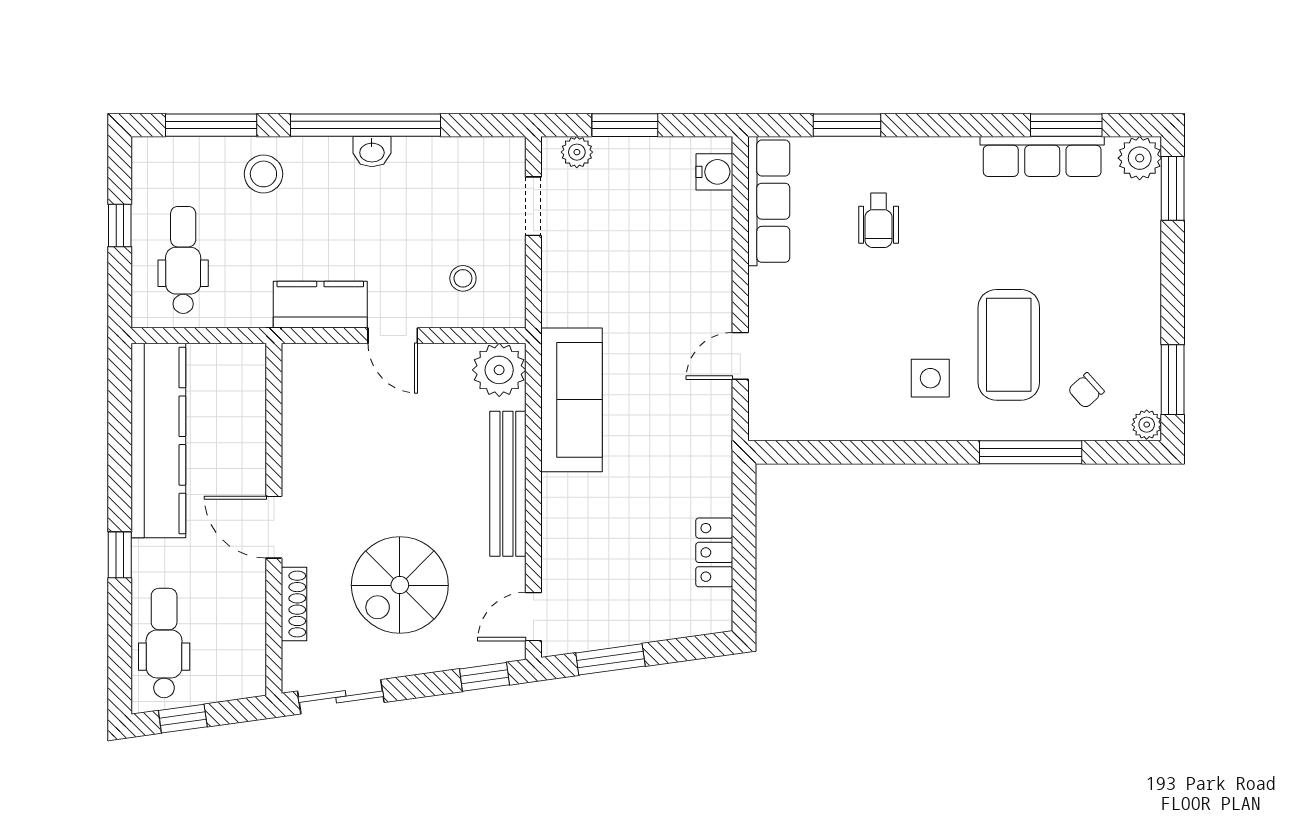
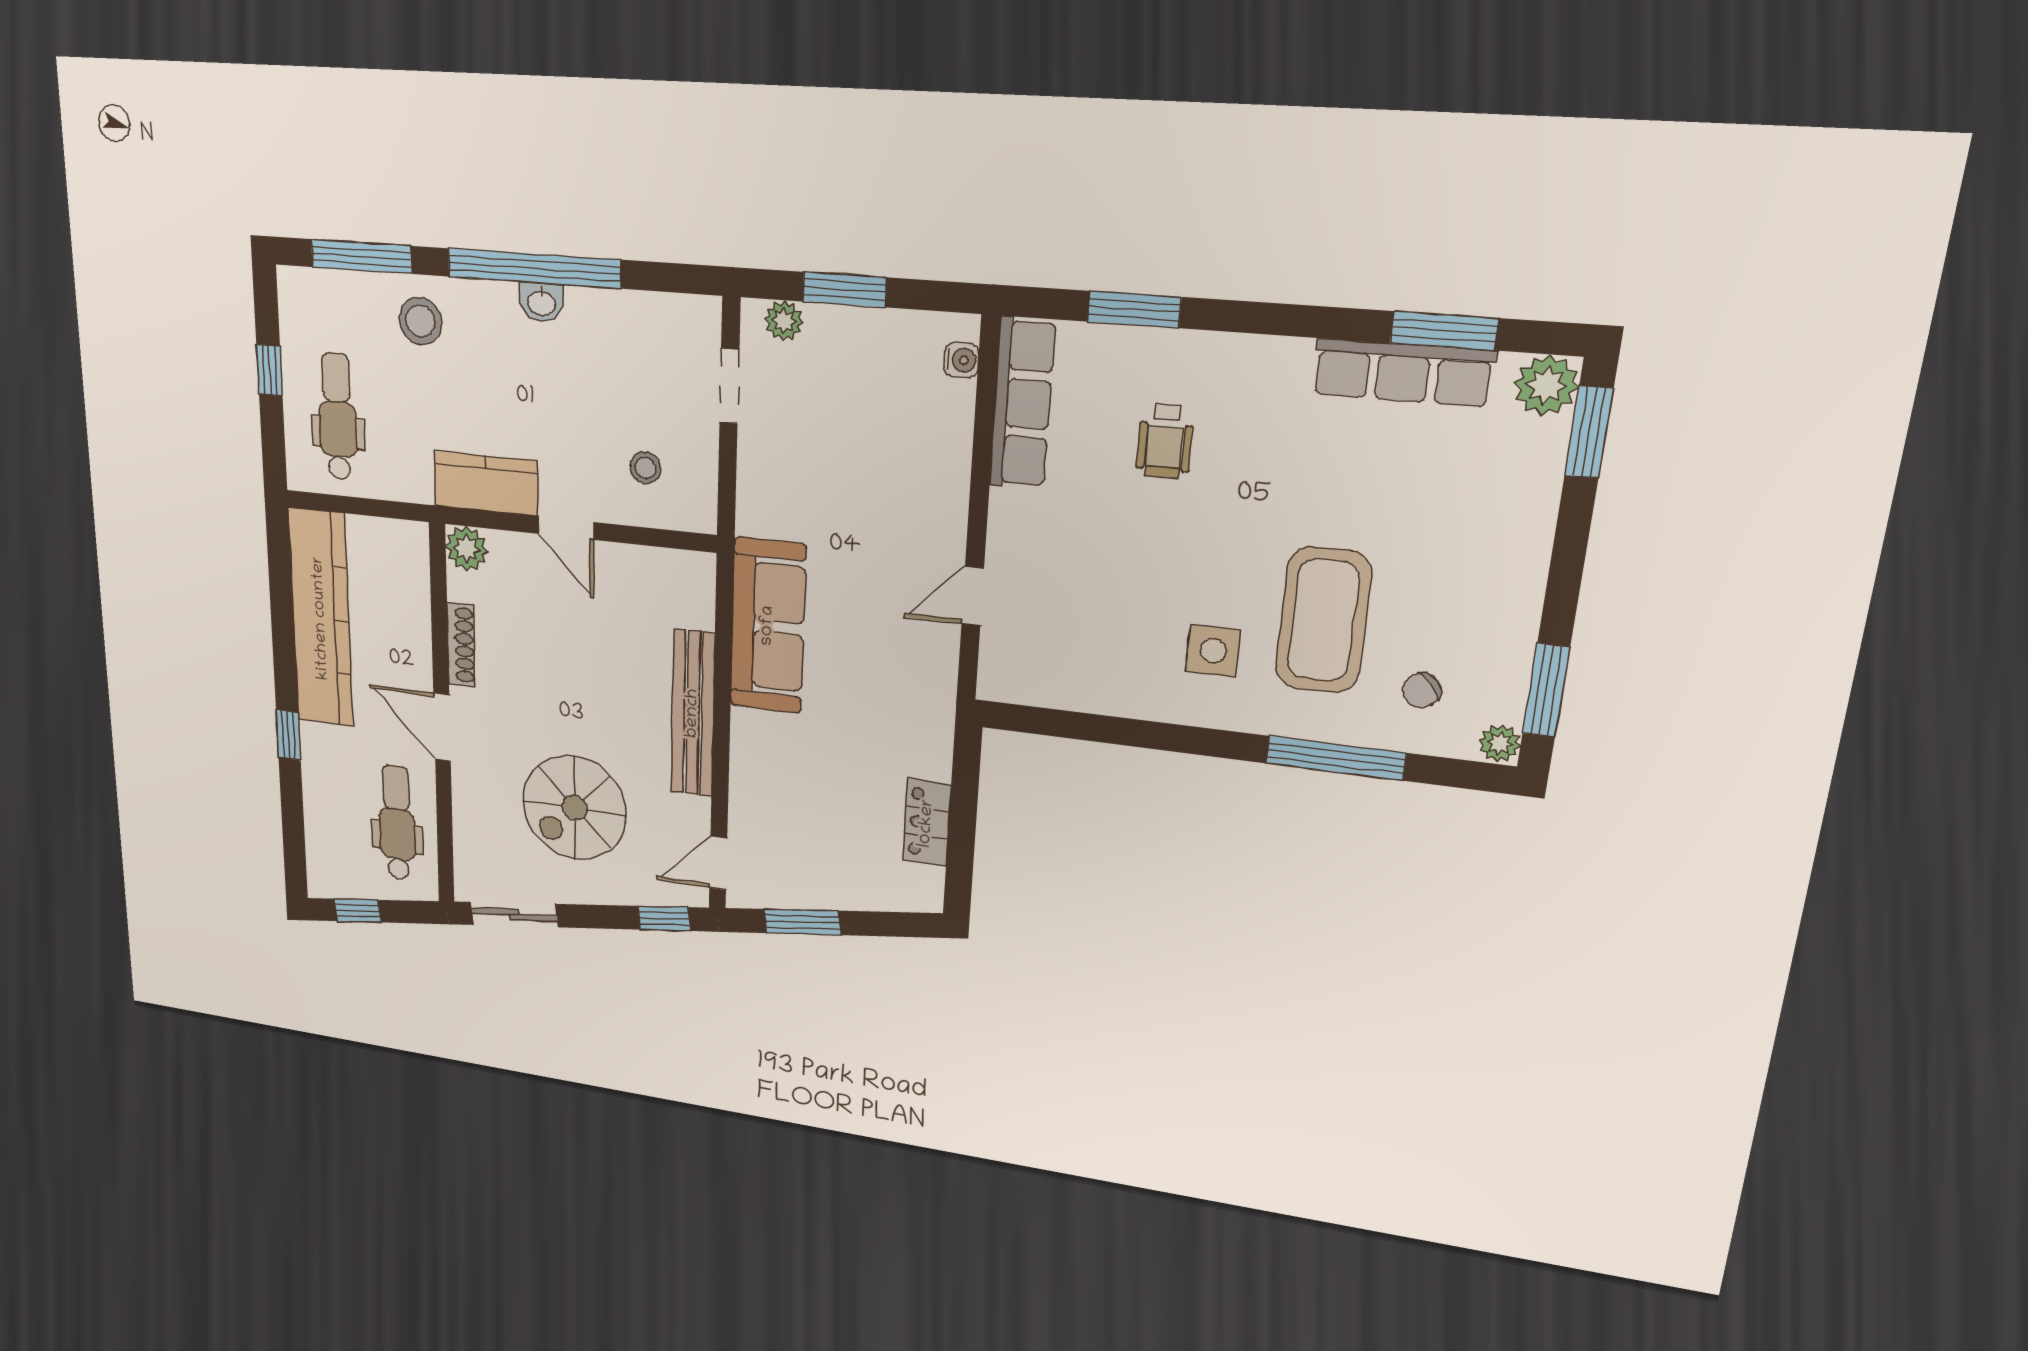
water cooler: (714, 172) -> (961, 360), width x0.72, depth x0.72
plant: (499, 370) -> (466, 549), moved, width x0.73, depth x0.73
shoe rack: (294, 604) -> (461, 645), moved
dental chair: (164, 643) -> (397, 823), moved

